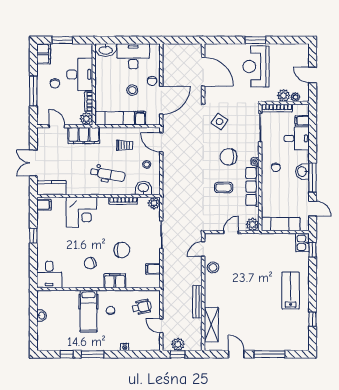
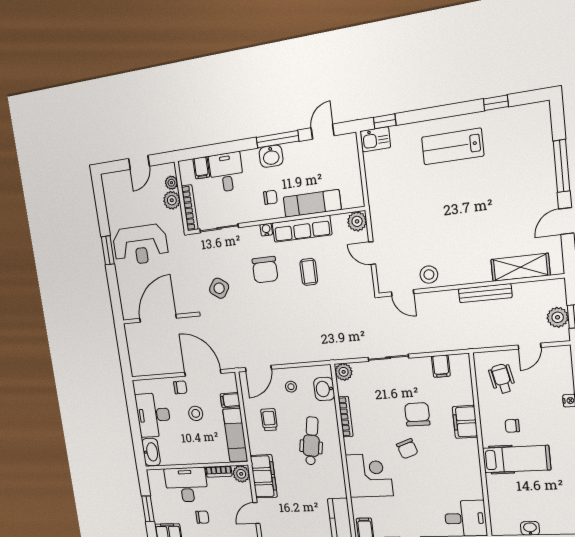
exam couch: (281, 224) -> (312, 203), moved, turned 90
chair: (90, 263) -> (407, 449), moved

